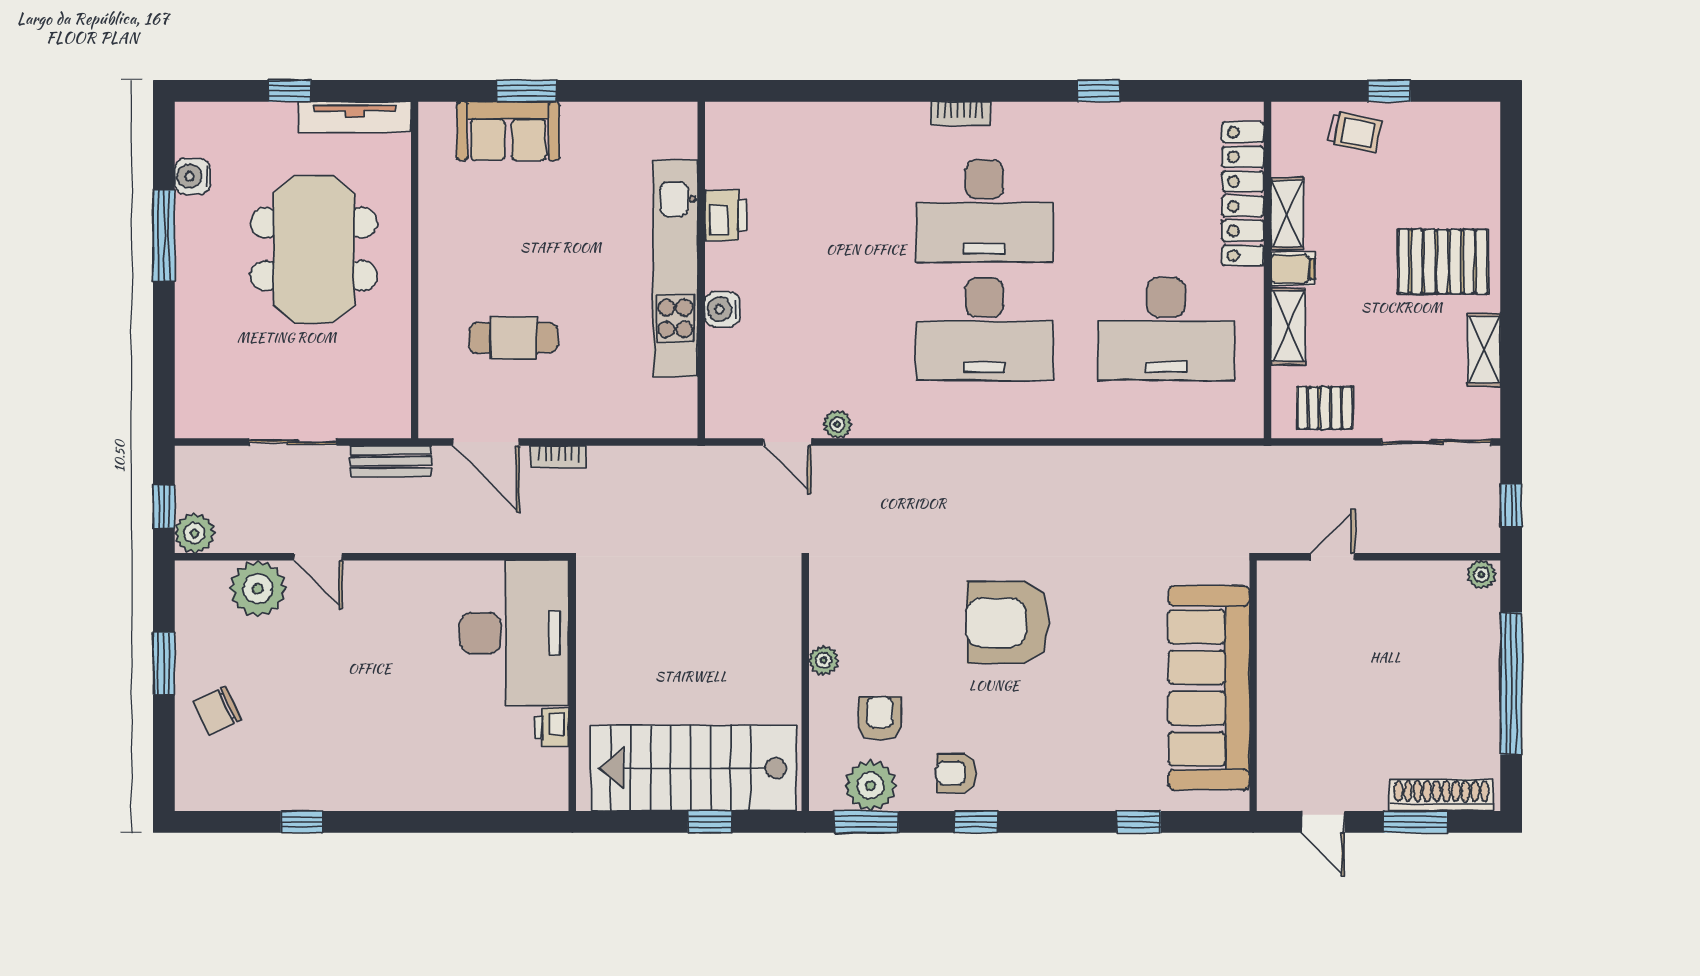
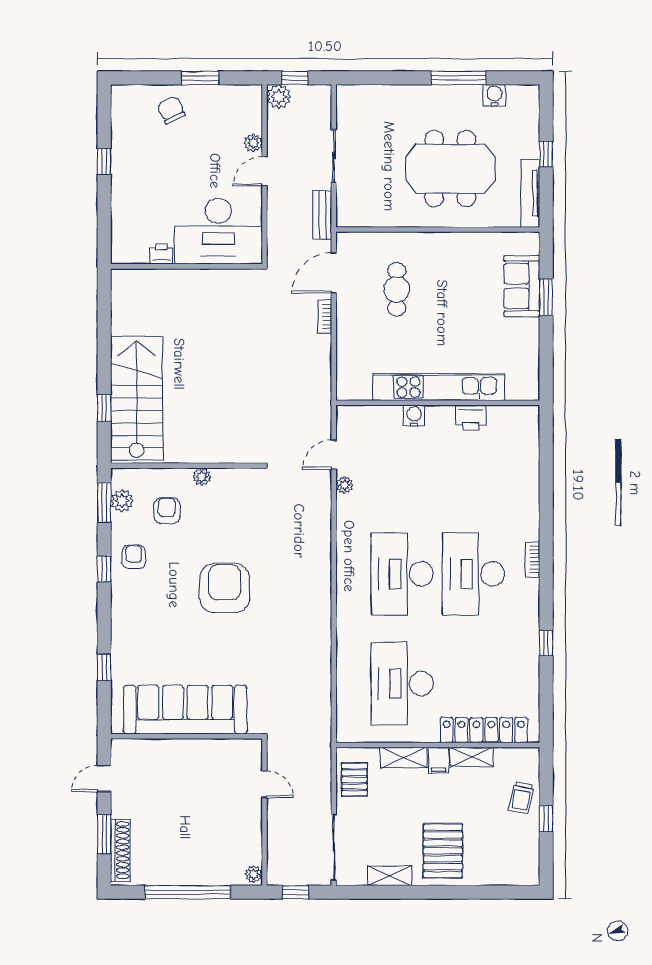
plant: (258, 589) -> (253, 143), width x0.53, depth x0.53
desk: (514, 633) -> (218, 231), moved
wall: (572, 686) -> (187, 266), moved
armchair: (880, 718) -> (167, 511), turned -90
printer: (552, 727) -> (161, 254), moved
plant: (870, 786) -> (122, 501), width x0.73, depth x0.73

